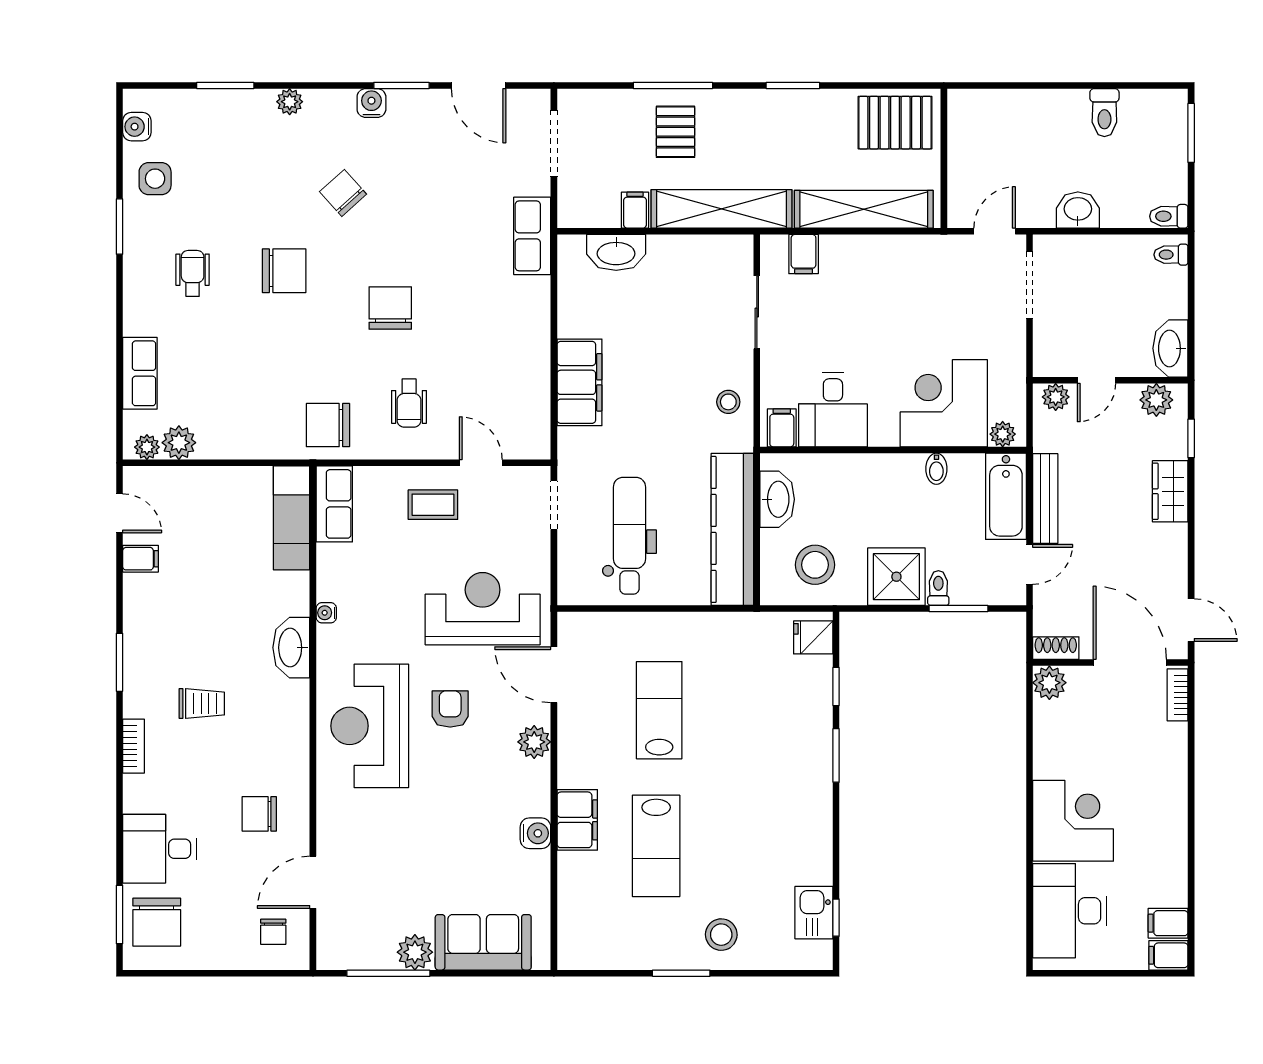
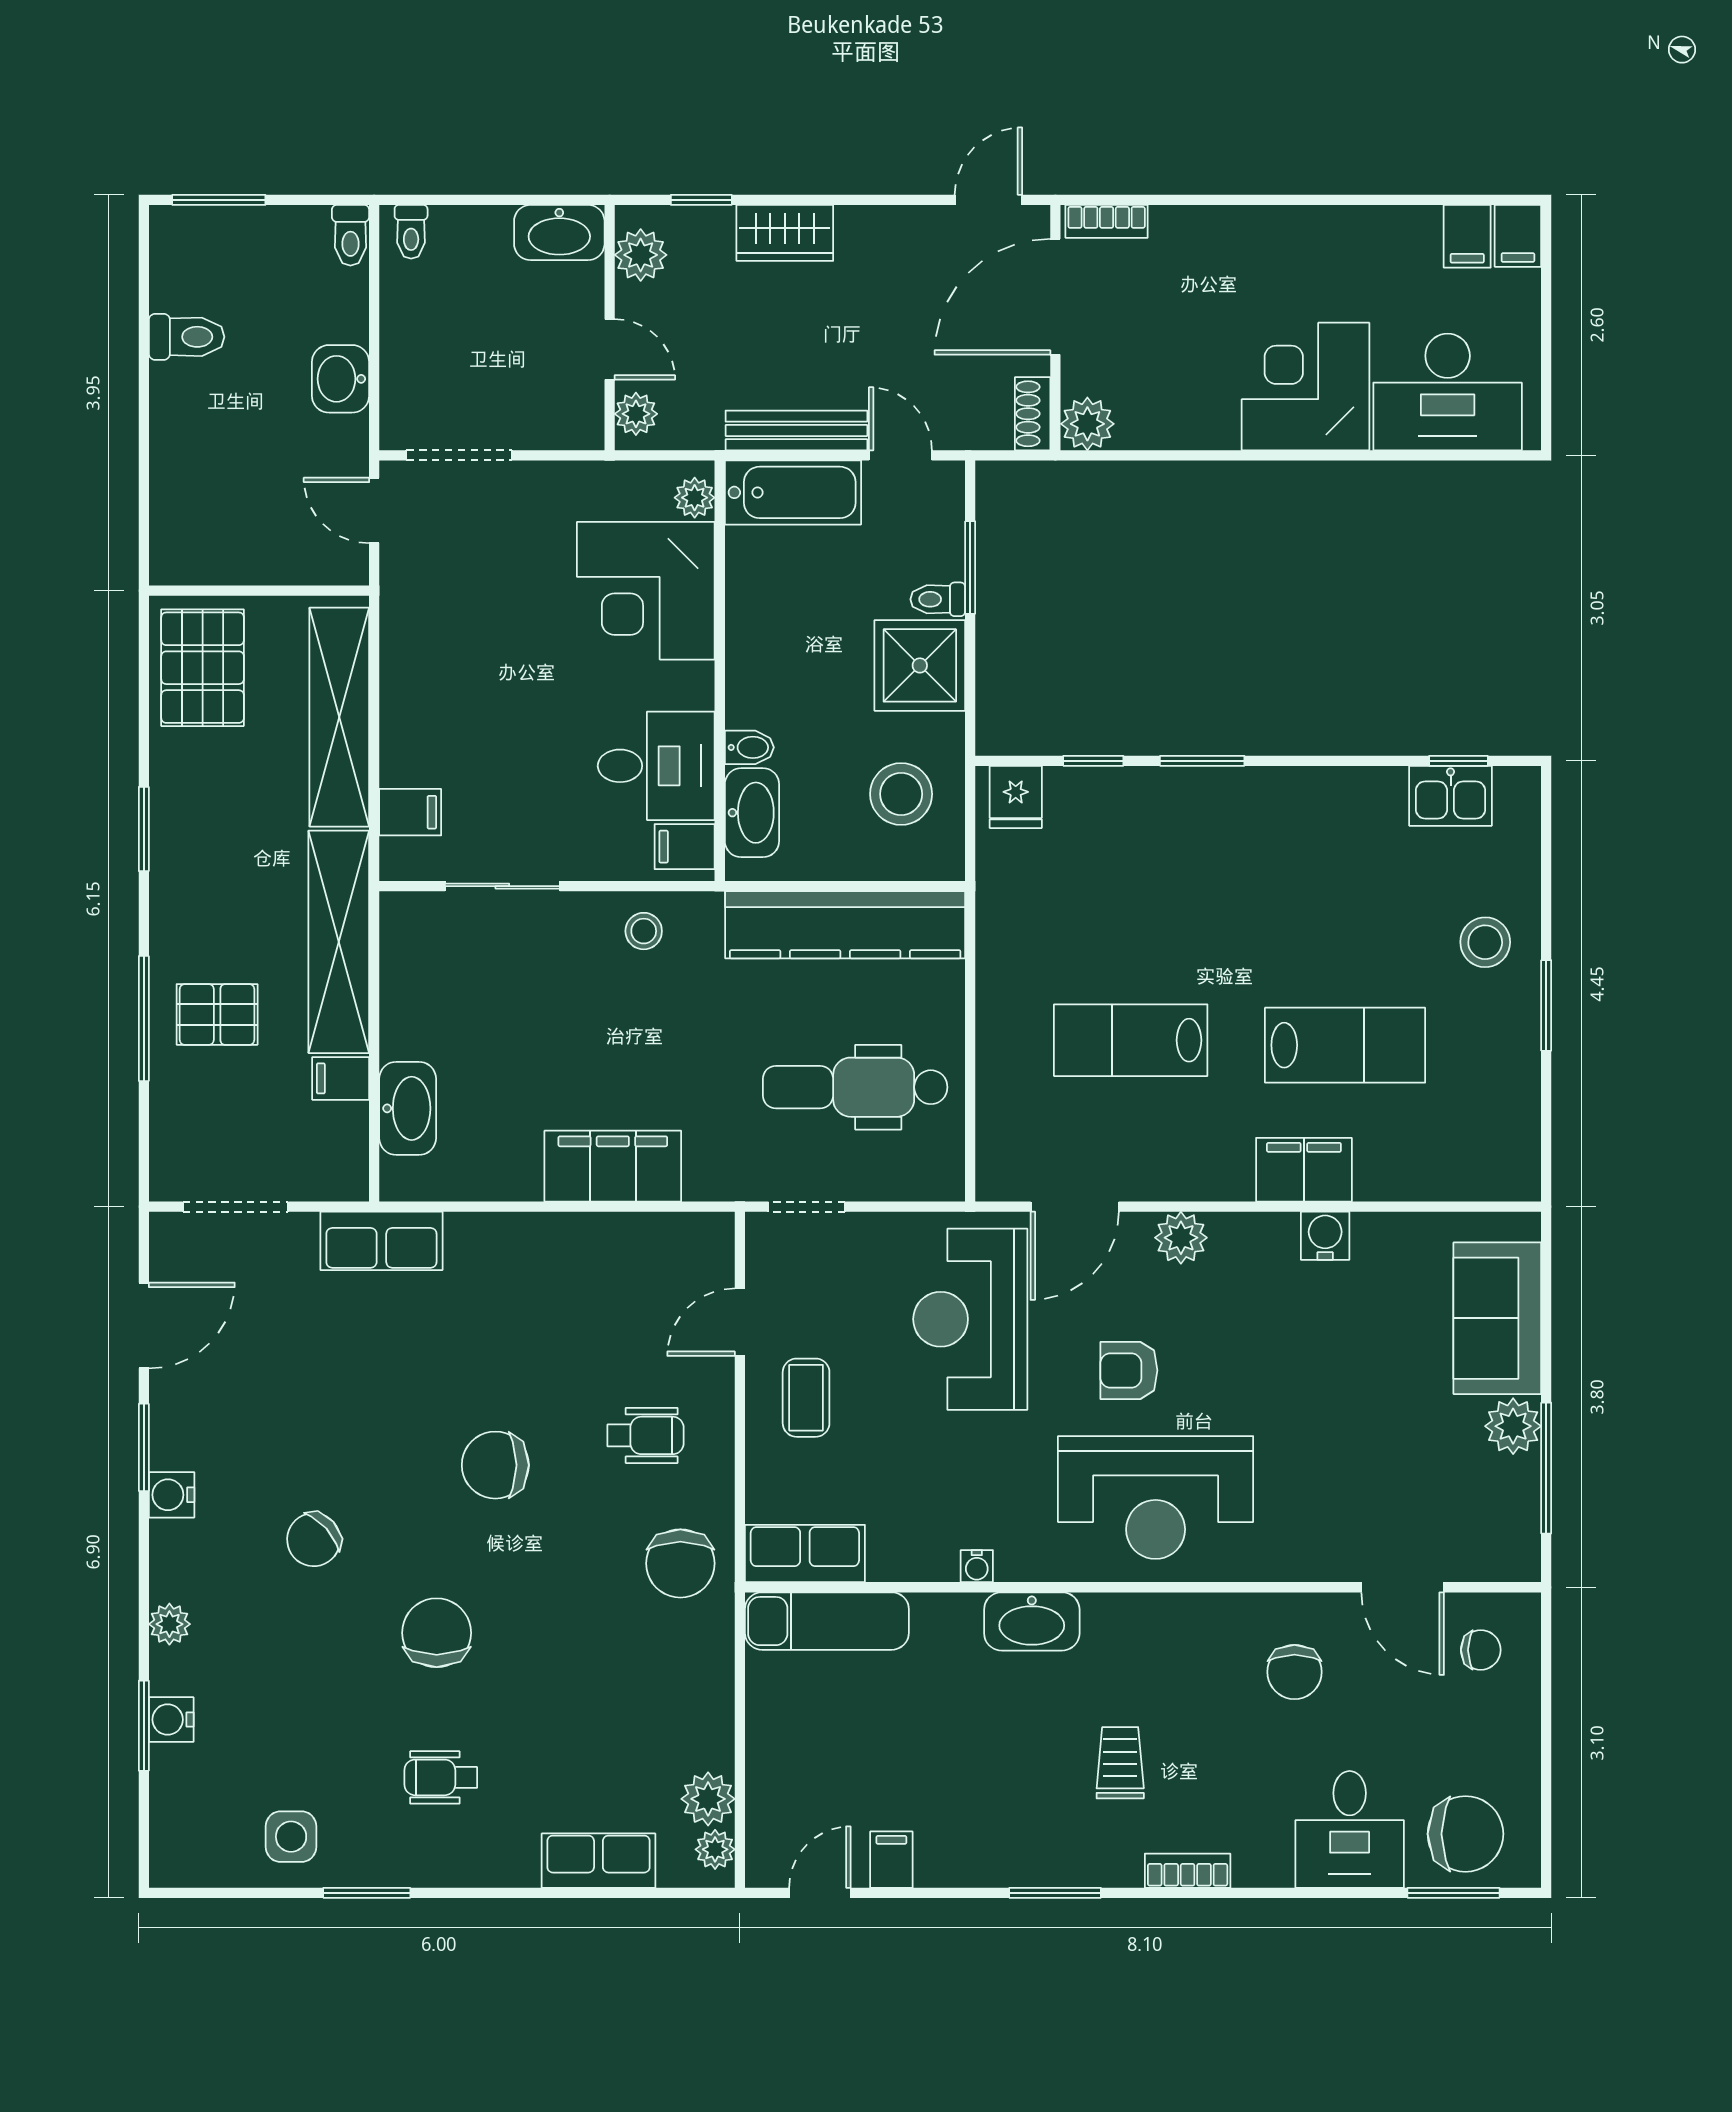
water cooler: (137, 127) -> (171, 1720), moved, turned 90
bidet: (936, 469) -> (749, 747), moved
washbasin: (777, 499) -> (752, 813), moved, turned 90

